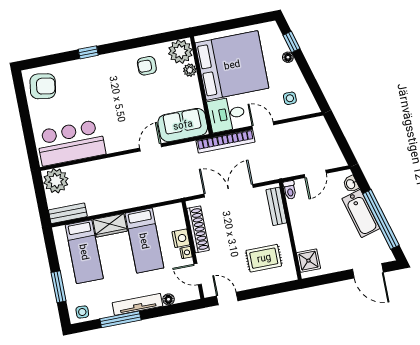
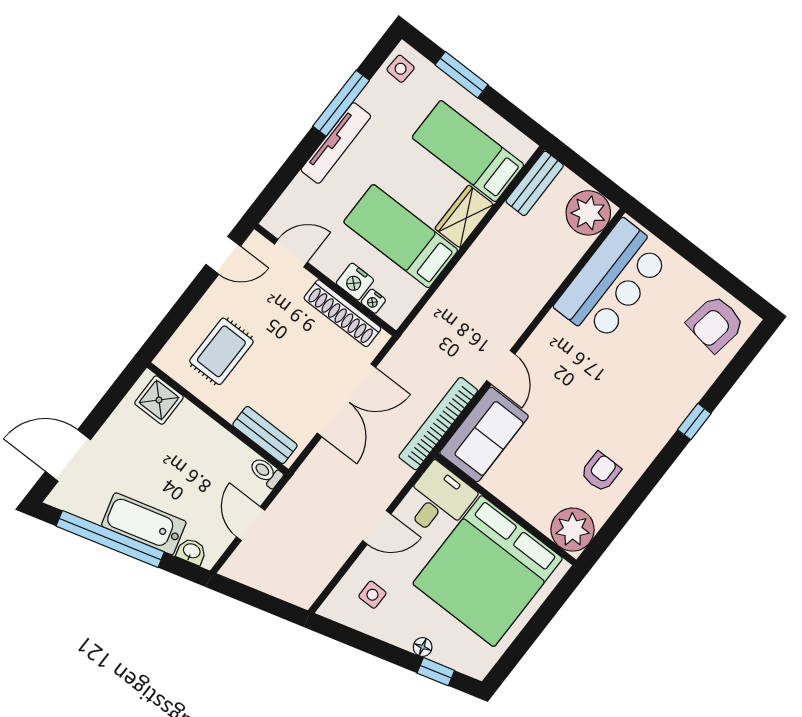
plant: (190, 70) -> (538, 516), removed
bookcase: (225, 141) -> (438, 424), moved
nightstand: (186, 253) -> (373, 301), moved
floor lamp: (169, 299) -> (300, 186), removed

